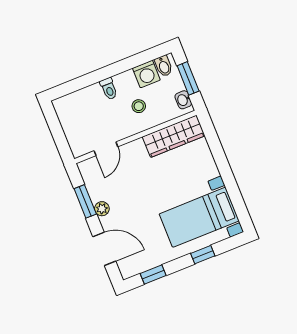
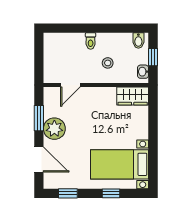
washing machine: (146, 74) -> (123, 41), removed
window: (188, 78) -> (153, 57), width x0.67
wardrobe: (174, 136) -> (133, 96), width x0.67
plant: (102, 209) -> (54, 129), width x1.87, depth x1.87

